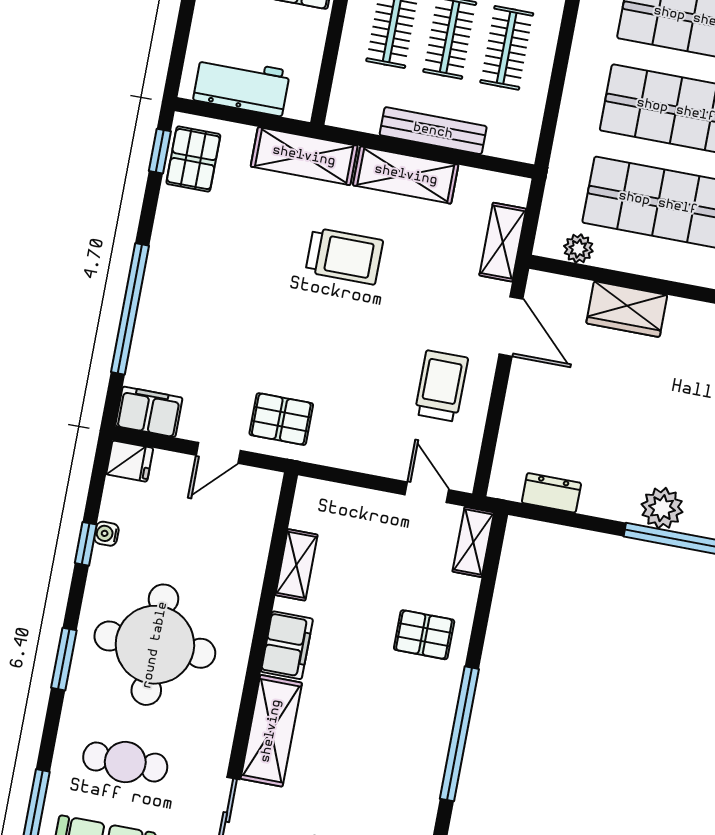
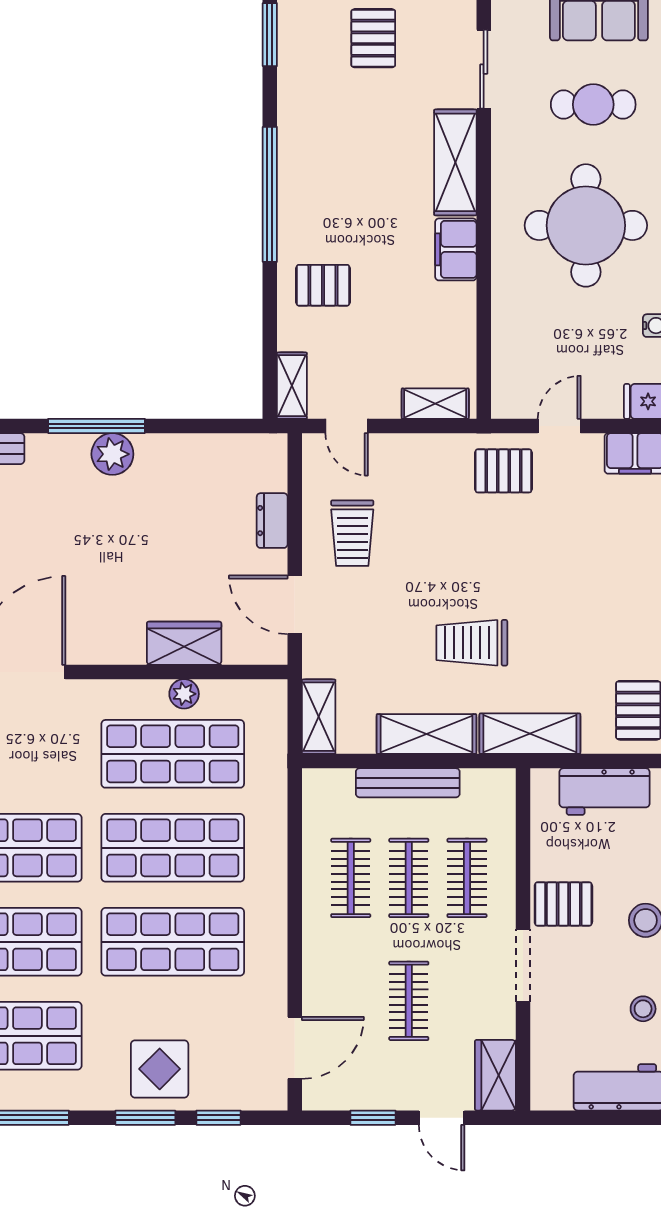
shelving: (503, 242) -> (319, 717), moved
plant: (578, 249) -> (184, 694), moved
dresser: (551, 493) -> (272, 521), moved, turned 90
shelving: (296, 565) -> (435, 404), moved, turned 90

